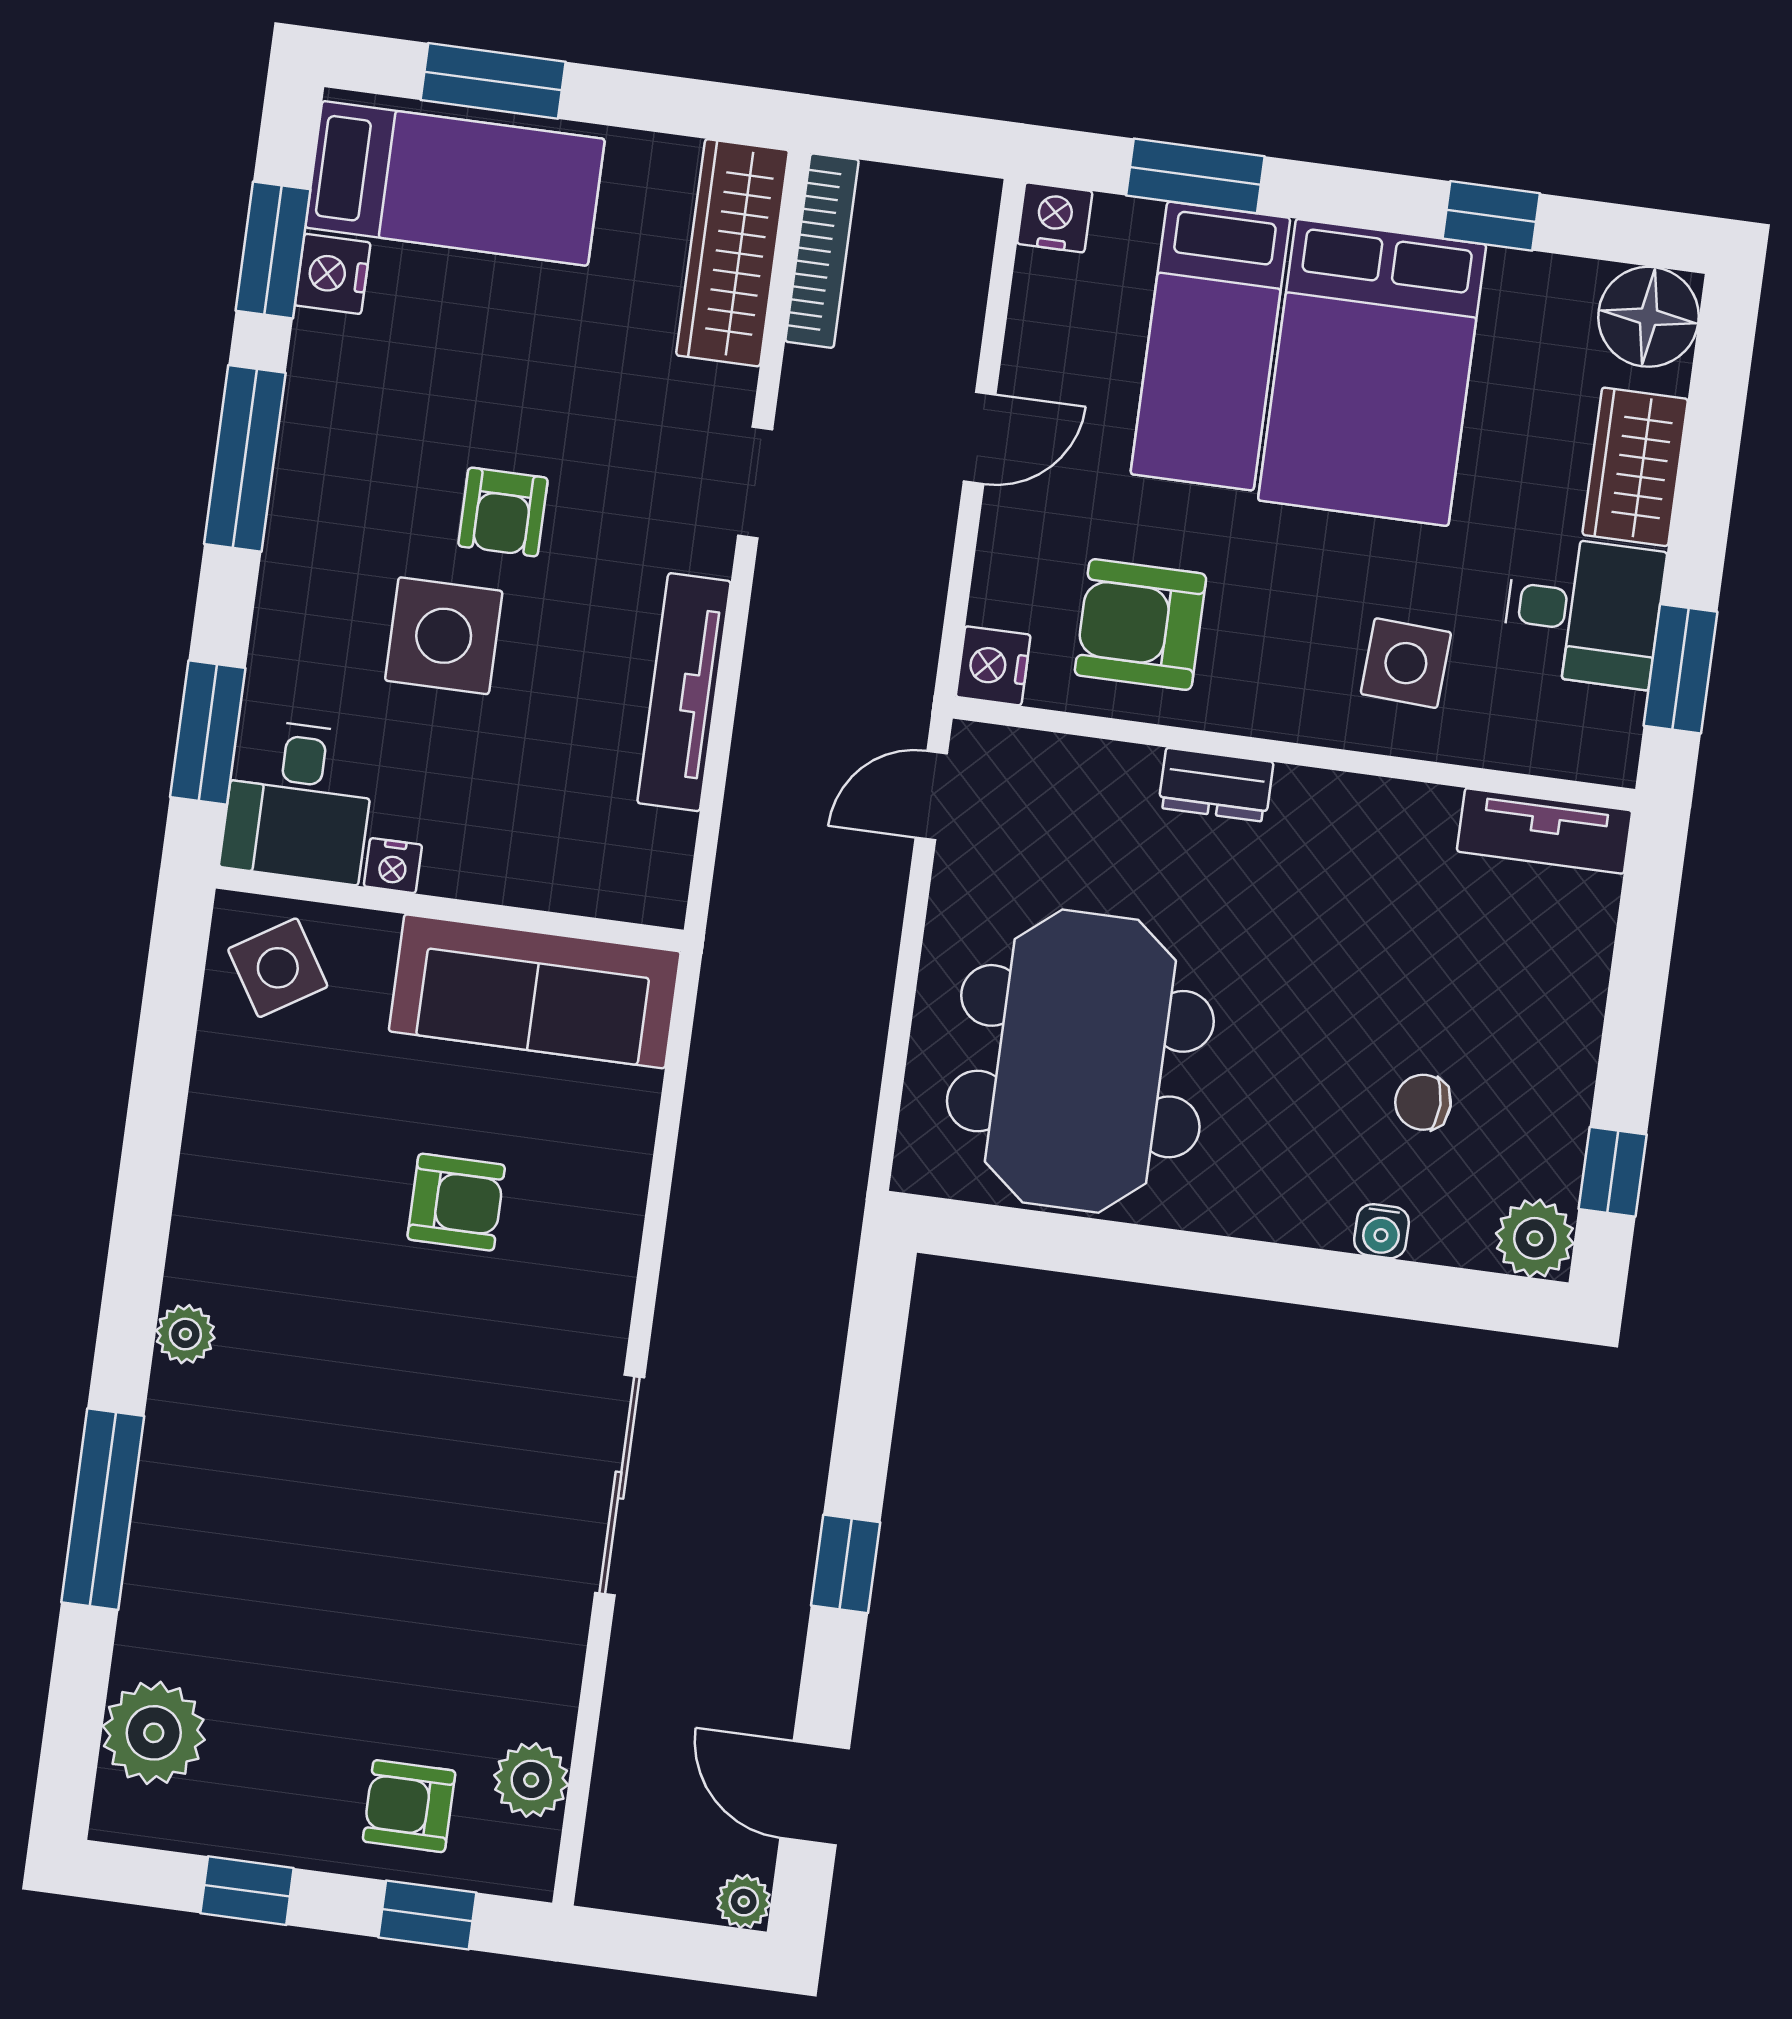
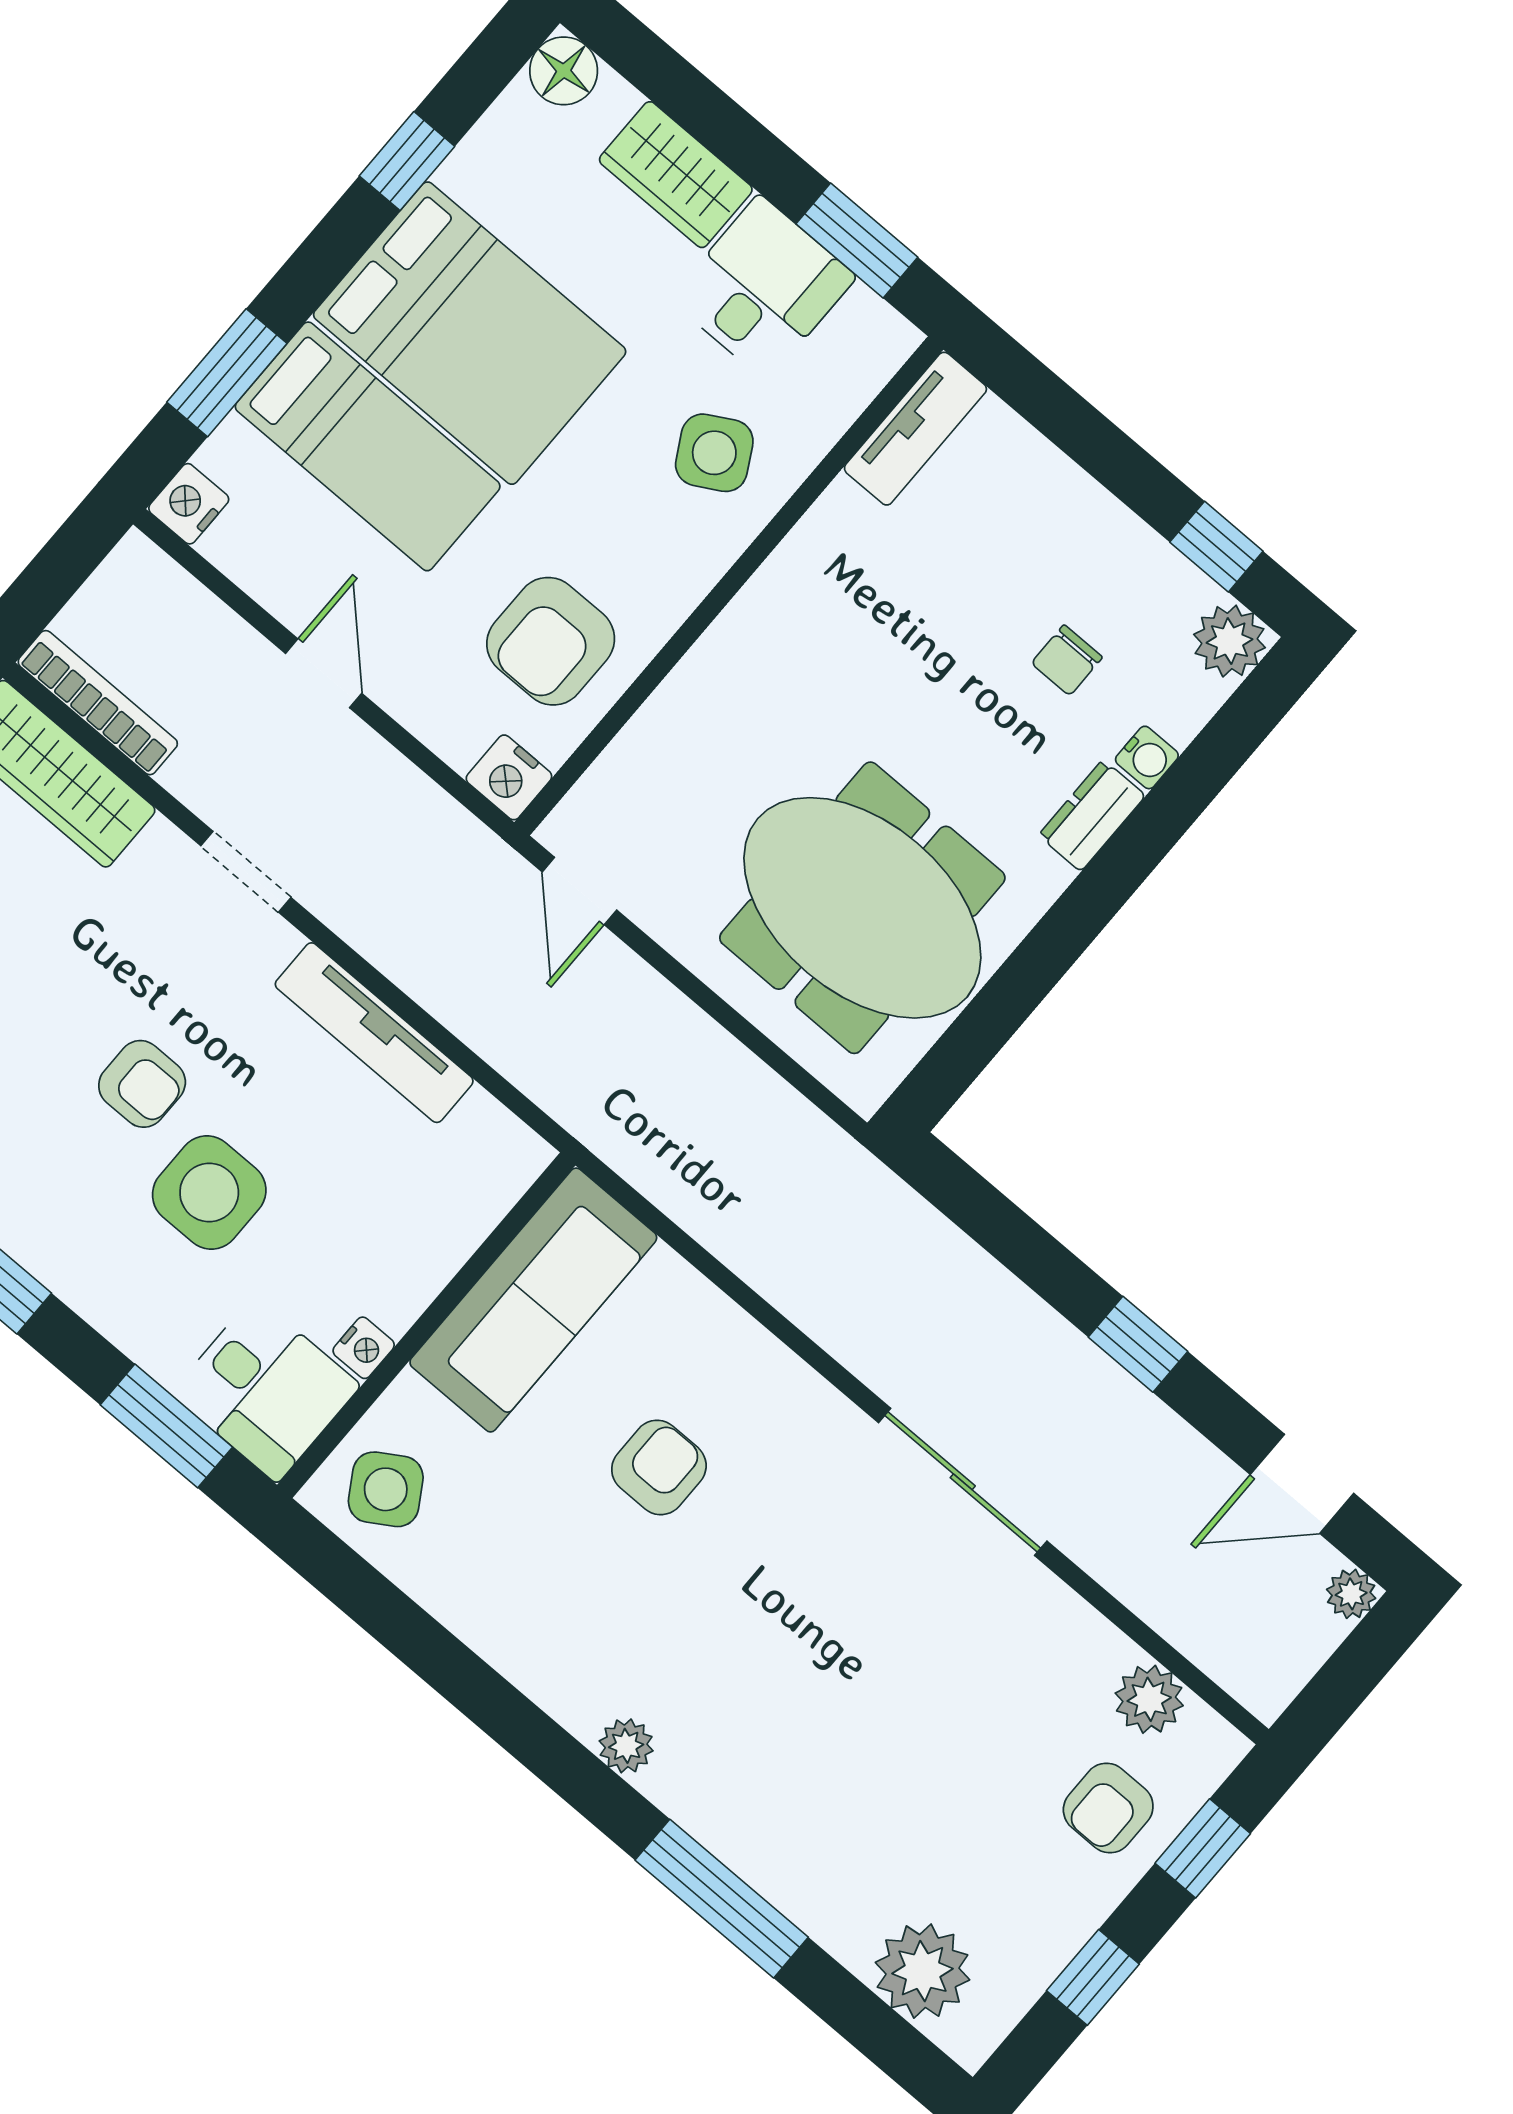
floor lamp: (1648, 317) -> (564, 71), width x0.73, depth x0.73
side table: (1406, 663) -> (714, 453), turned -32
dresser: (1216, 785) -> (1092, 815), moved, turned 180

